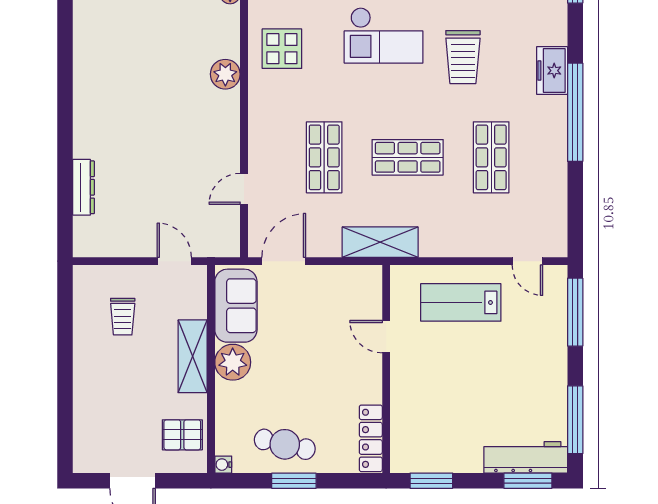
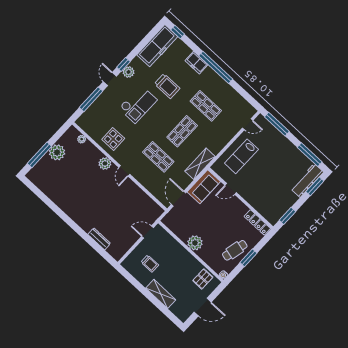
door: (244, 189) -> (124, 171), moved
sofa: (236, 306) -> (204, 187), moved, turned 90
shelving: (193, 356) -> (161, 294), moved

